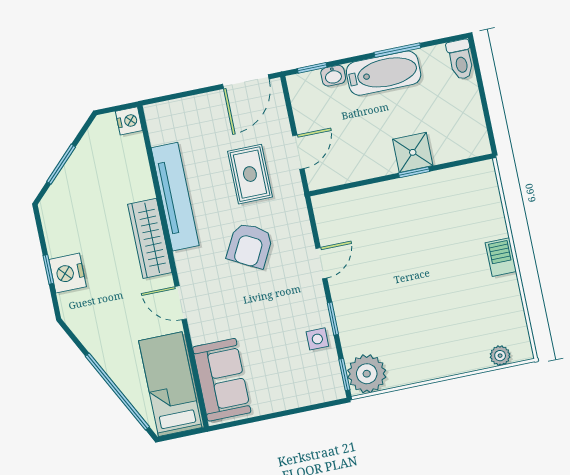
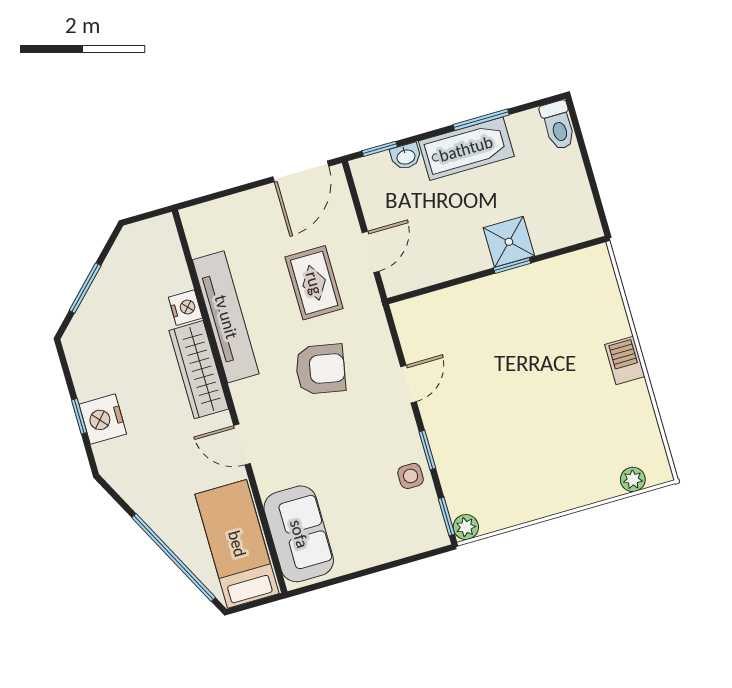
nightstand: (129, 121) -> (185, 308), moved
armchair: (250, 245) -> (320, 369), turned -107
plant: (367, 374) -> (466, 527), width x0.53, depth x0.53

